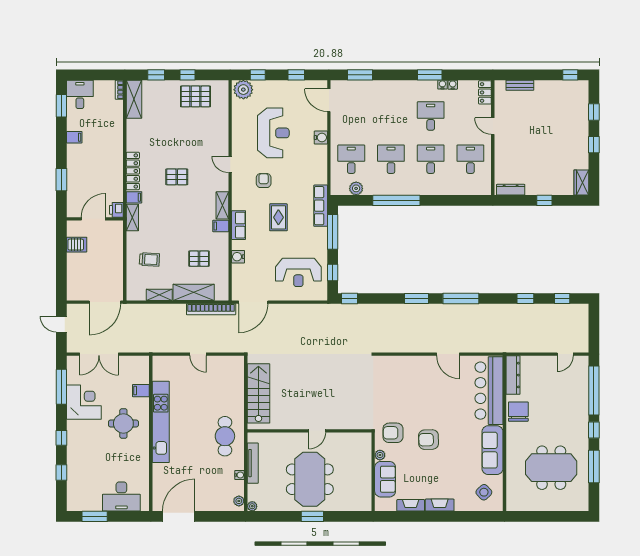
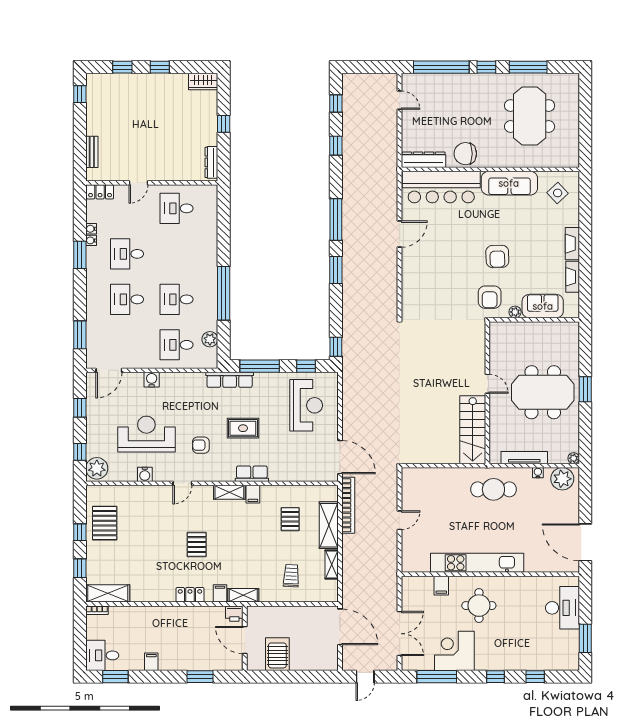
desk: (431, 159) -> (127, 299), moved
locker: (133, 171) -> (190, 595), width x0.66
server rack: (77, 245) -> (277, 654), width x1.36, depth x1.44
water cooler: (238, 257) -> (145, 474), moved
stairs: (258, 393) -> (473, 430), moved, turned -90
plant: (239, 501) -> (562, 479), width x1.87, depth x1.87

